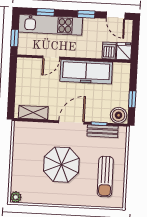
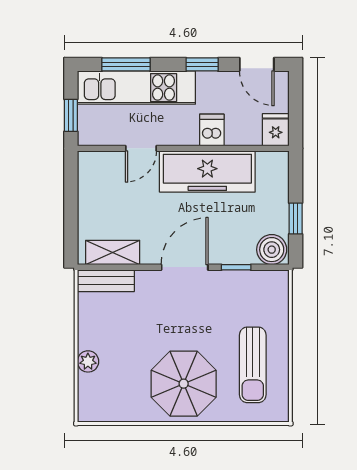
window: (46, 12) -> (126, 64), width x1.50
dishwasher: (109, 51) -> (212, 130), moved
bench: (103, 131) -> (106, 281), moved
parasol: (61, 165) -> (184, 384), moved
plant: (16, 197) -> (88, 361), moved

